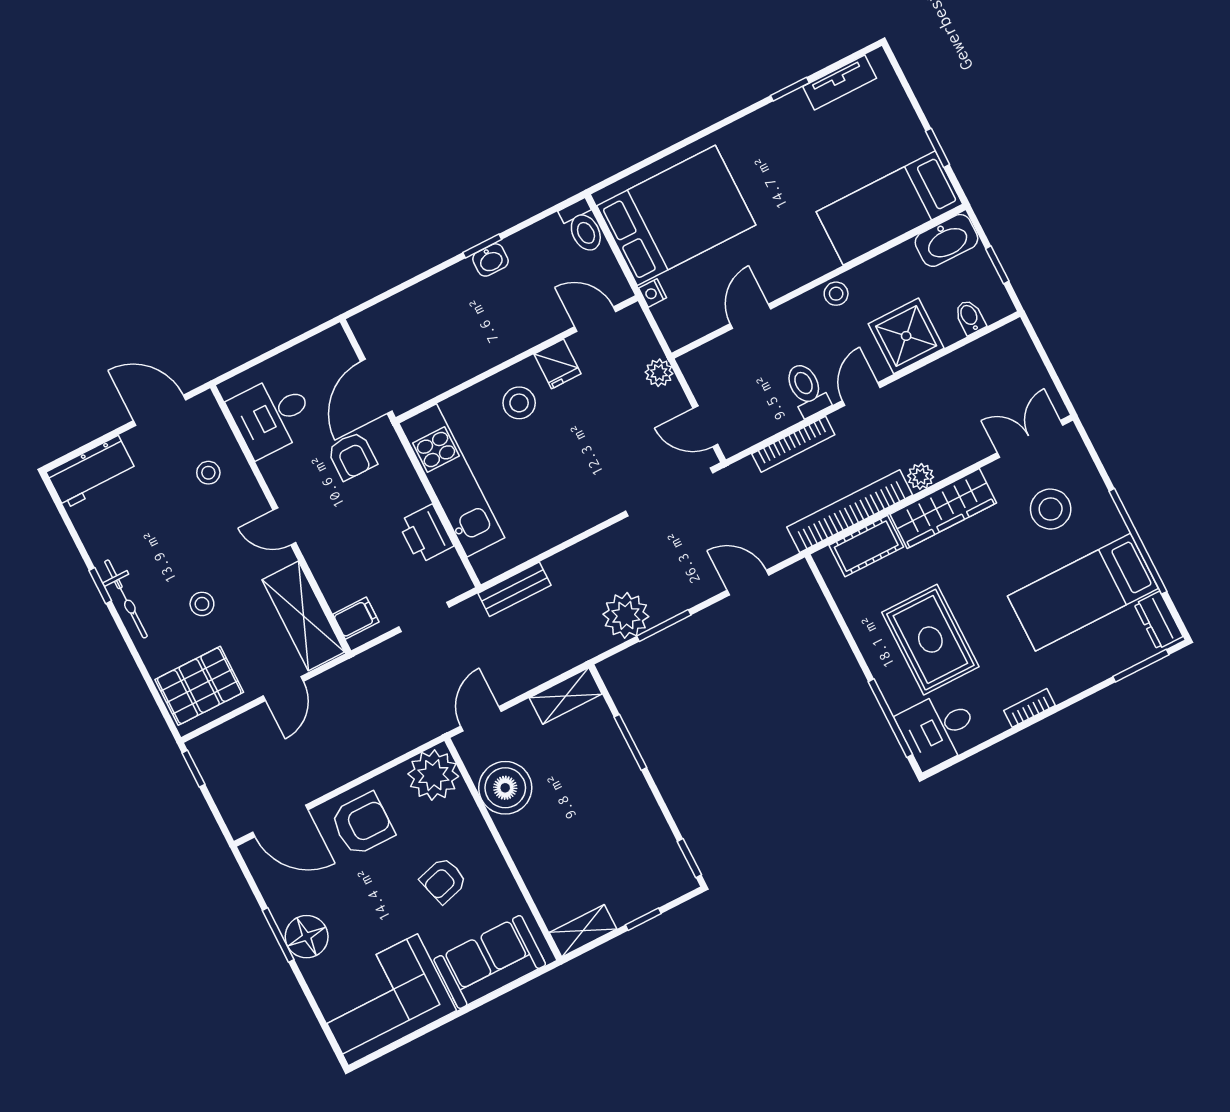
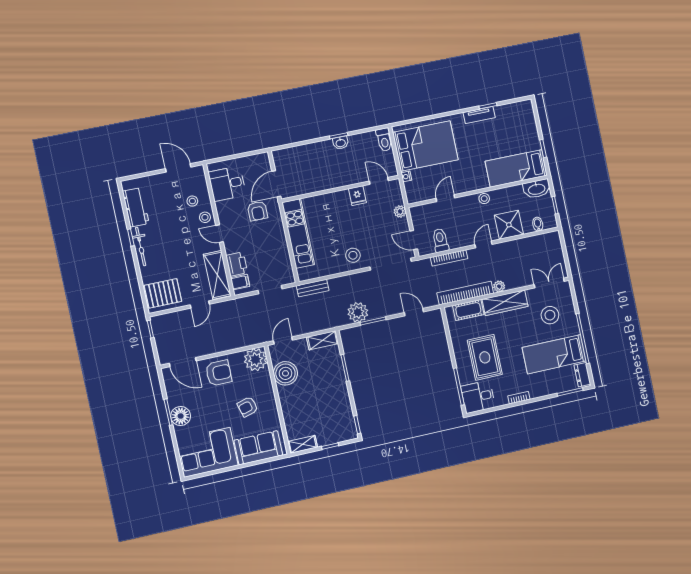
tv unit: (840, 82) -> (479, 115), moved
toilet: (807, 389) -> (440, 240), moved
stool: (519, 403) -> (353, 255), moved
workbench: (92, 472) -> (136, 207), moved, turned -90
printer: (426, 534) -> (237, 264), moved, turned 180
stool: (202, 604) -> (205, 217), moved

